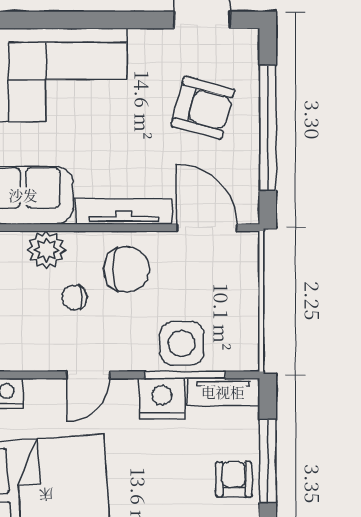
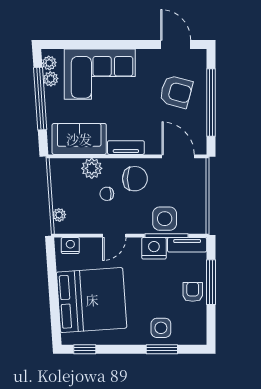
tv unit: (124, 211) -> (126, 148), width x0.71

